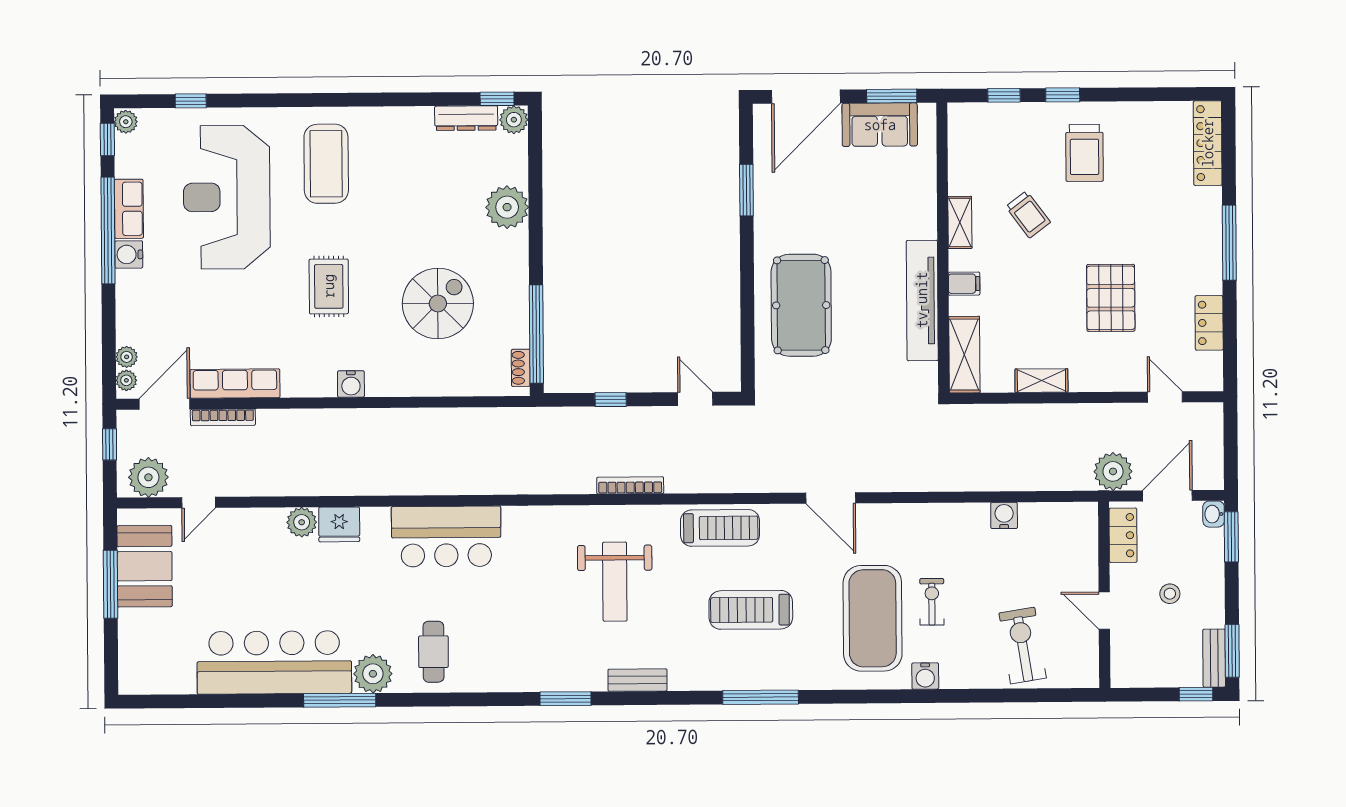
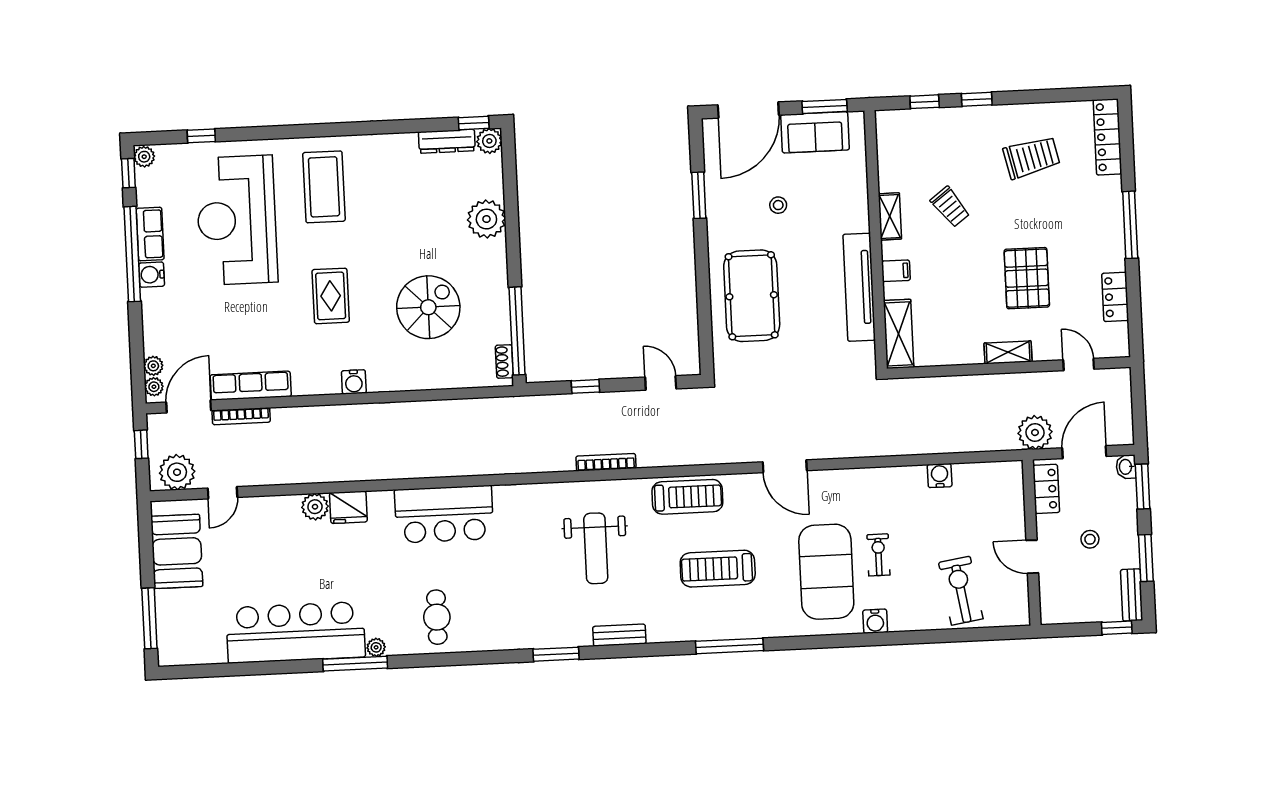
trolley: (1085, 153) -> (1031, 157), moved, turned -103
stool: (835, 205) -> (778, 205), added
shelving: (1041, 381) -> (1008, 352), moved
window: (110, 584) -> (149, 618), moved
window: (1232, 651) -> (1146, 558), moved
plant: (373, 674) -> (376, 647), width x0.53, depth x0.53

